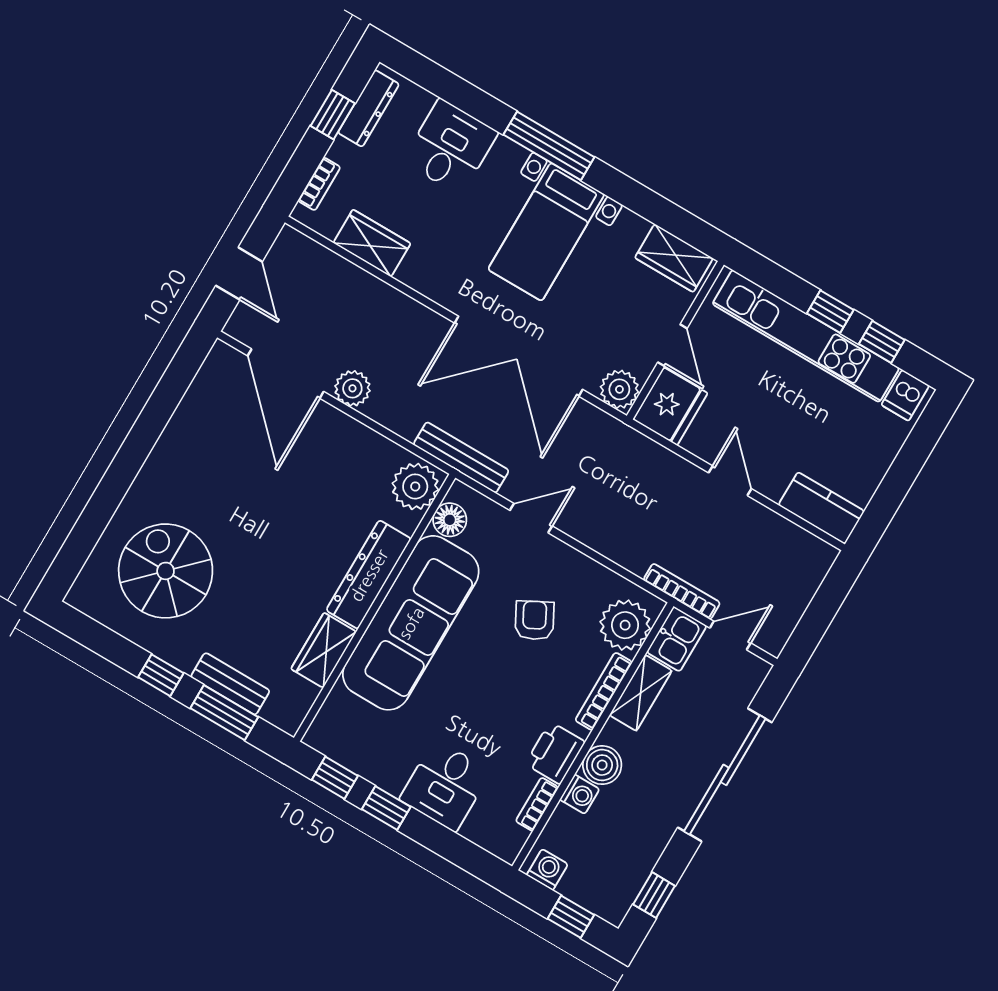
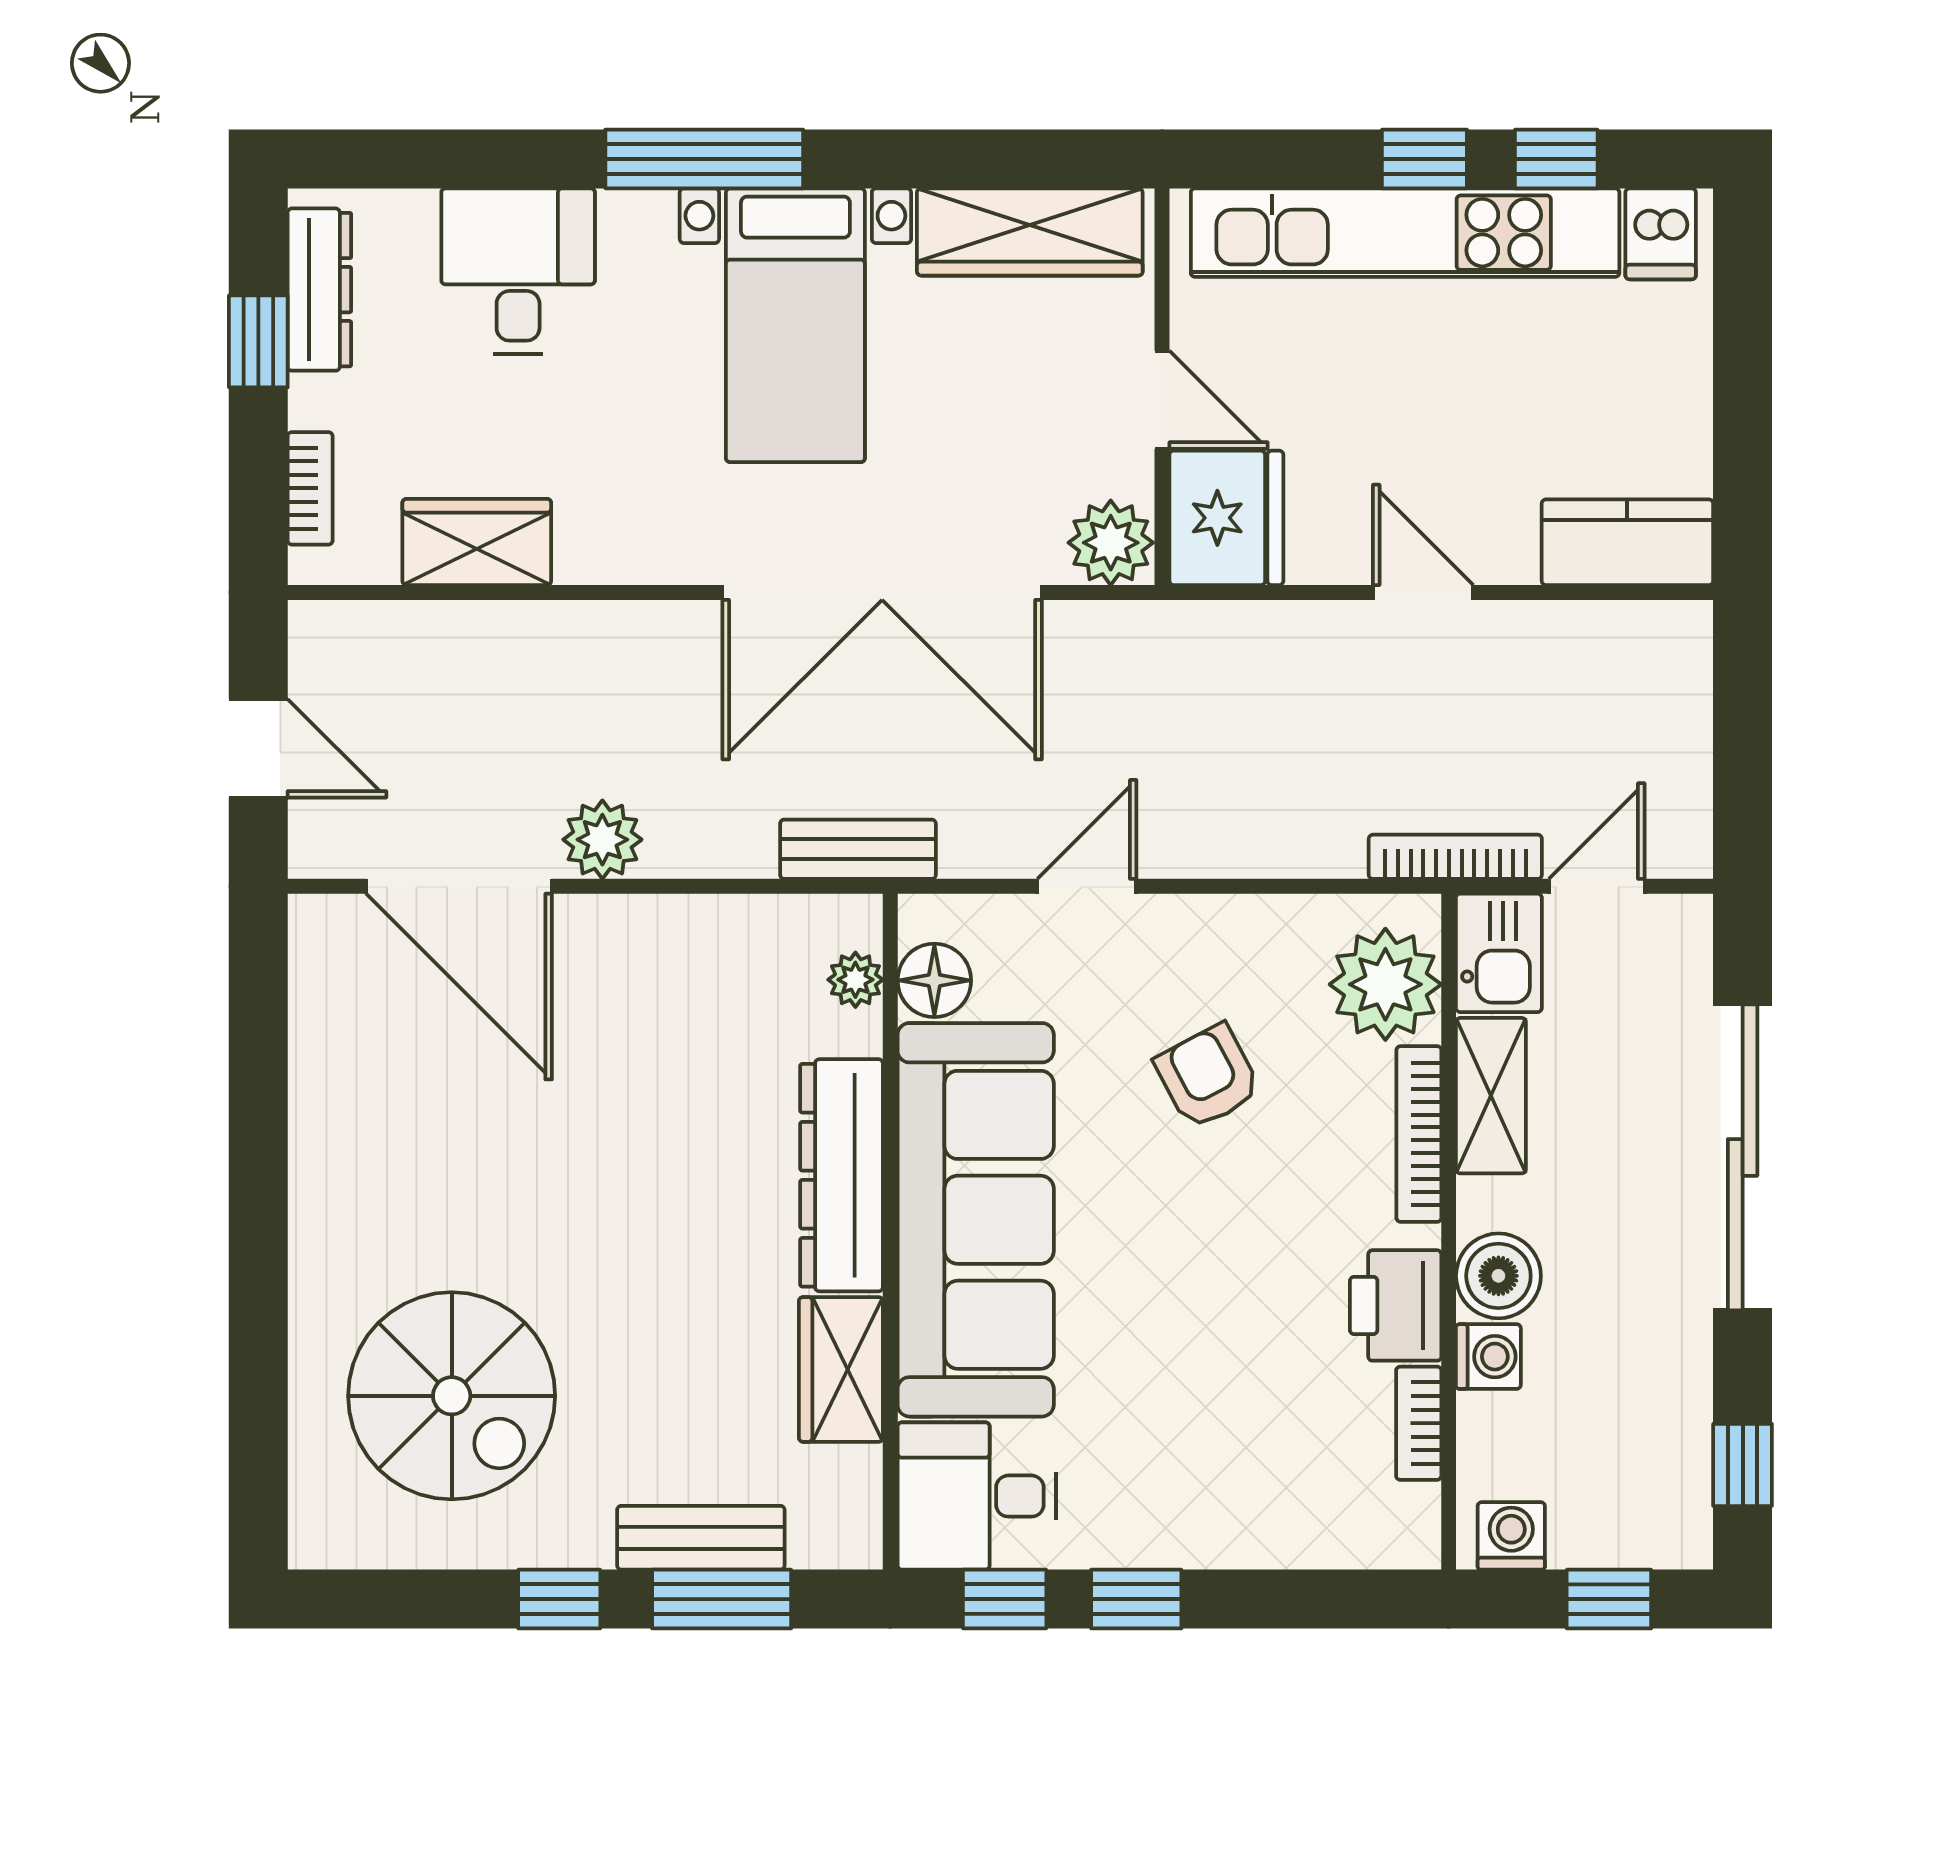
wardrobe: (674, 258) -> (1030, 232), width x1.50
bench: (461, 457) -> (858, 849), width x0.73
plant: (415, 486) -> (855, 980), width x0.53, depth x0.53
spiral stairs: (166, 571) -> (452, 1396), turned 180
desk: (445, 785) -> (977, 1496), moved, turned 90

